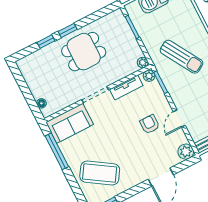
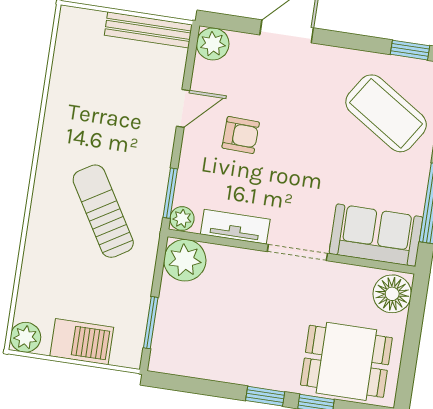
dining table: (84, 52) -> (346, 361), moved
plant: (143, 63) -> (185, 260), width x1.87, depth x1.87
floor lamp: (41, 103) -> (392, 294), width x1.89, depth x1.89
armchair: (150, 124) -> (241, 135), turned -88

